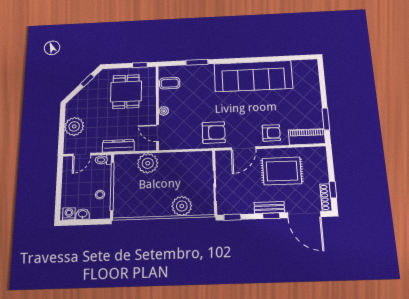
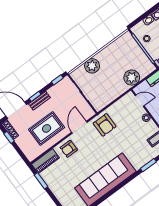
armchair: (214, 133) -> (105, 125), turned -90

